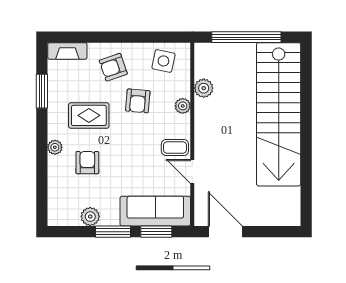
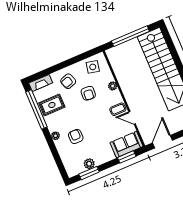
plant: (204, 88) -> (120, 72), removed
window: (42, 91) -> (36, 109), width x2.11
rug: (89, 115) -> (52, 105), moved
sofa: (155, 211) -> (127, 144), width x0.73
window: (113, 232) -> (89, 173), moved
door: (225, 232) -> (162, 142), hinge flipped

